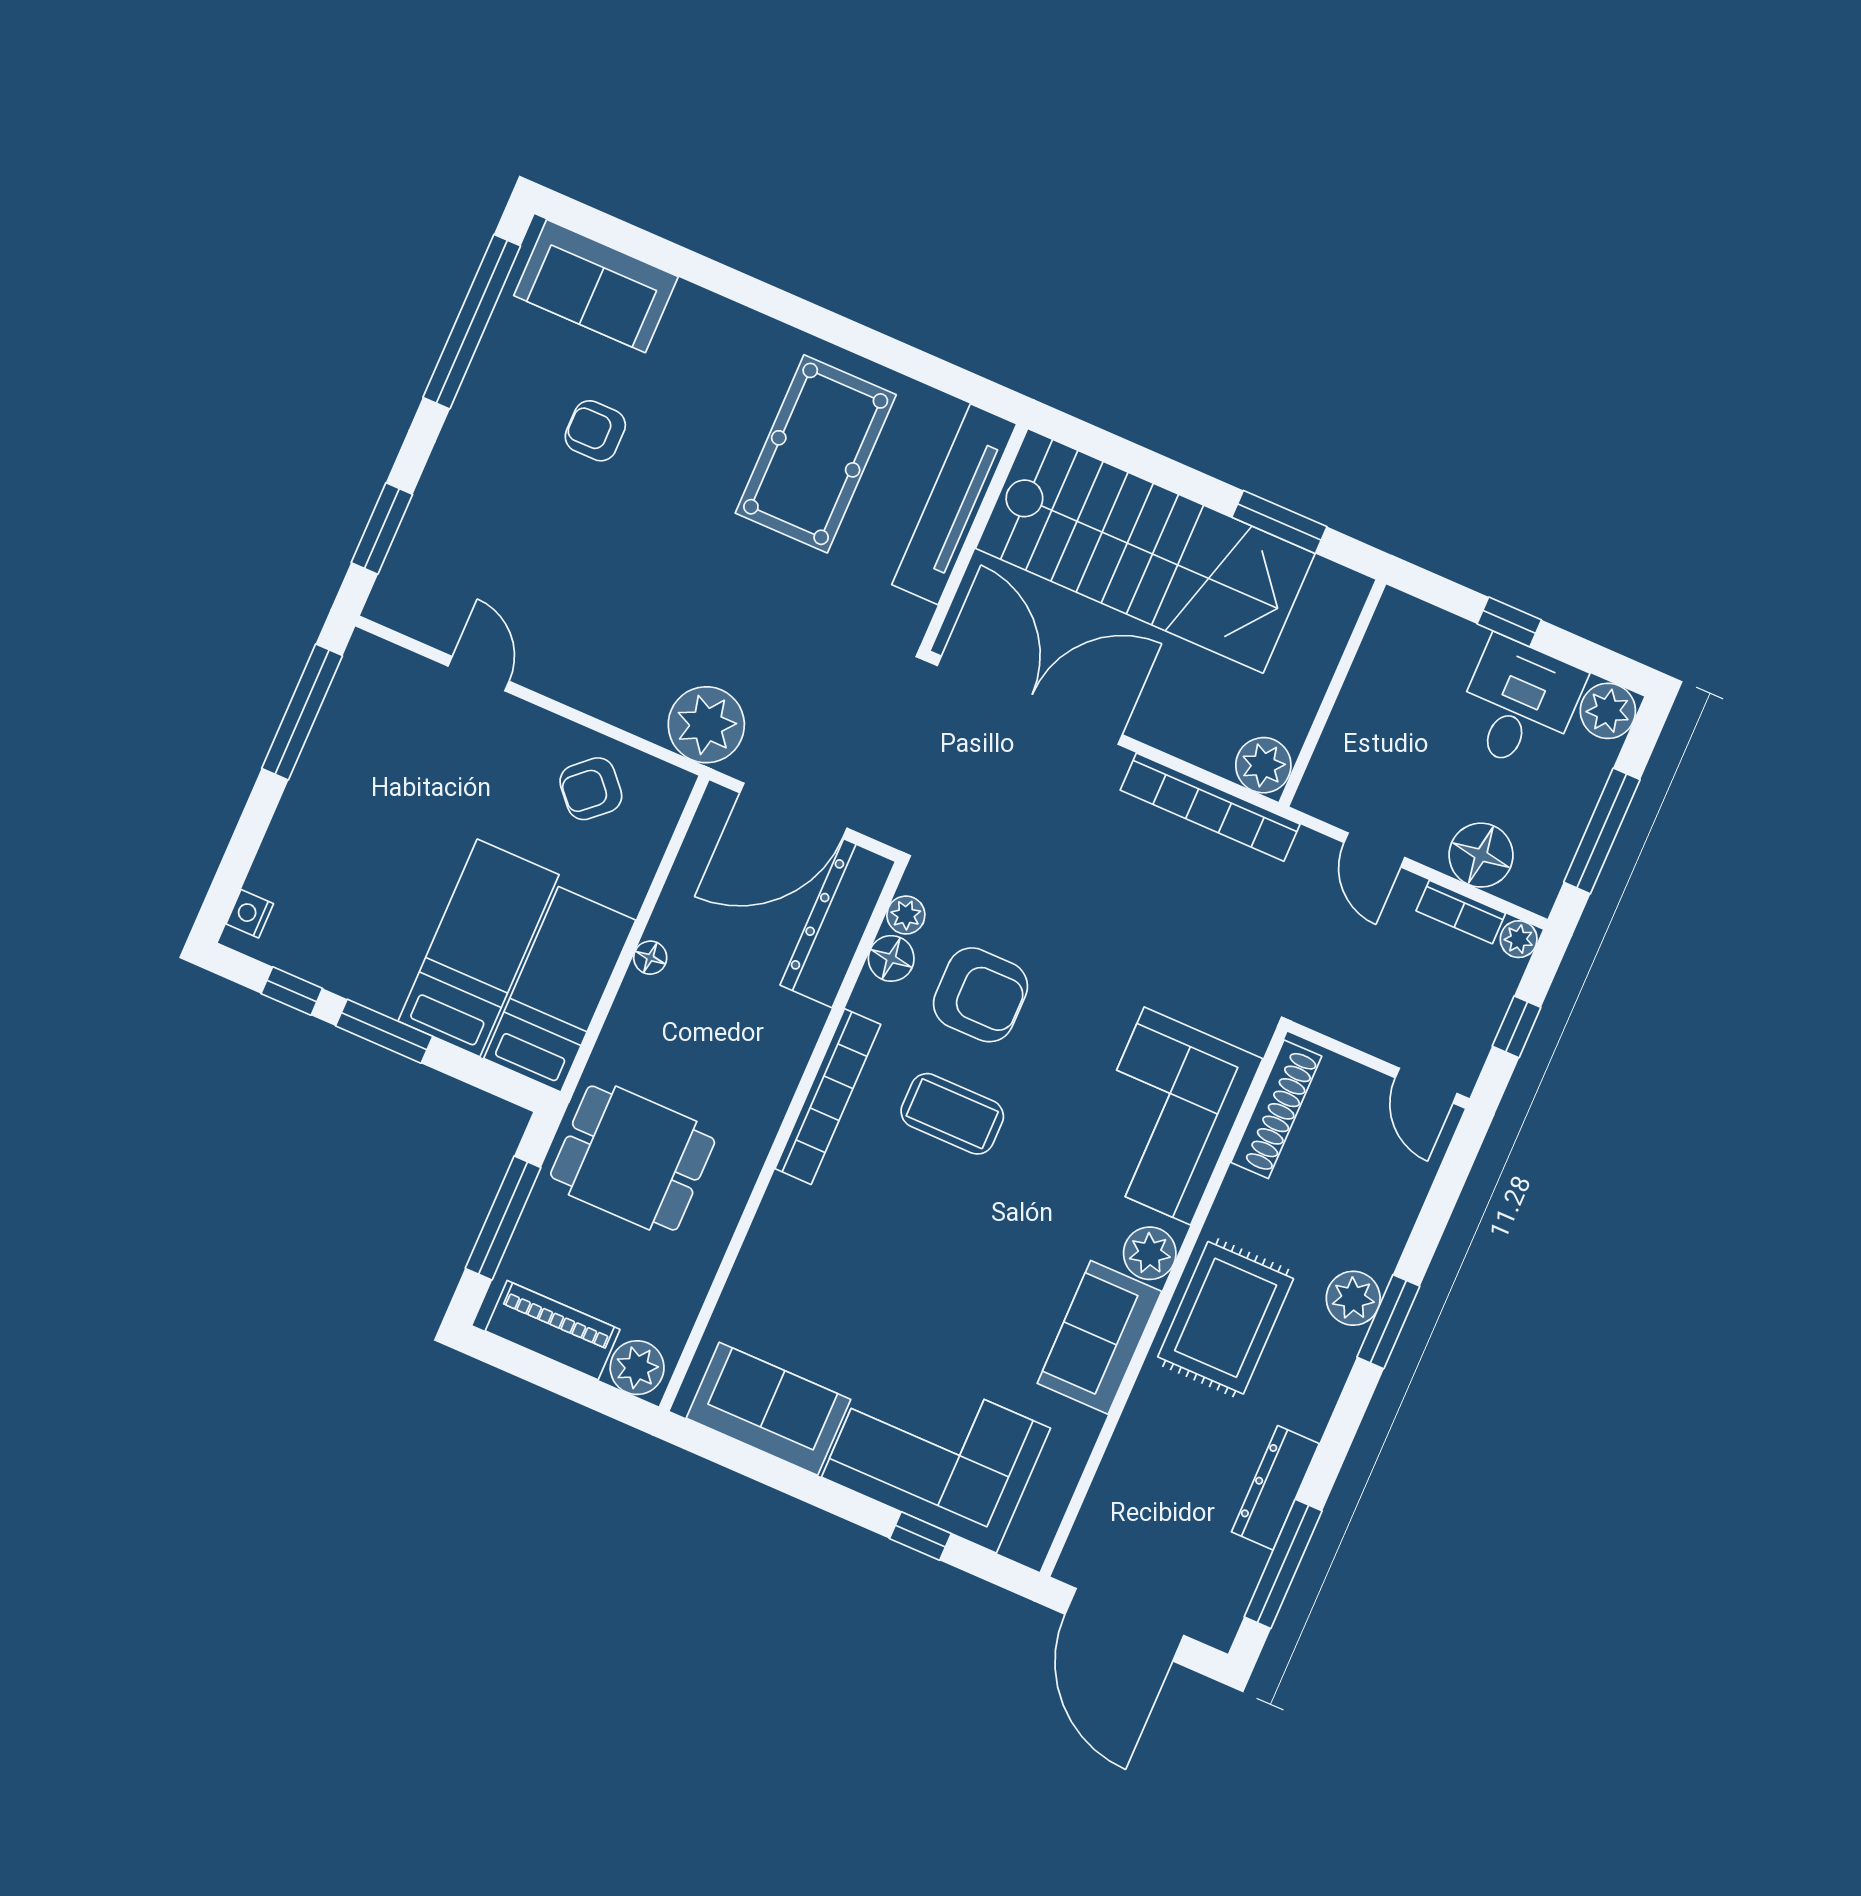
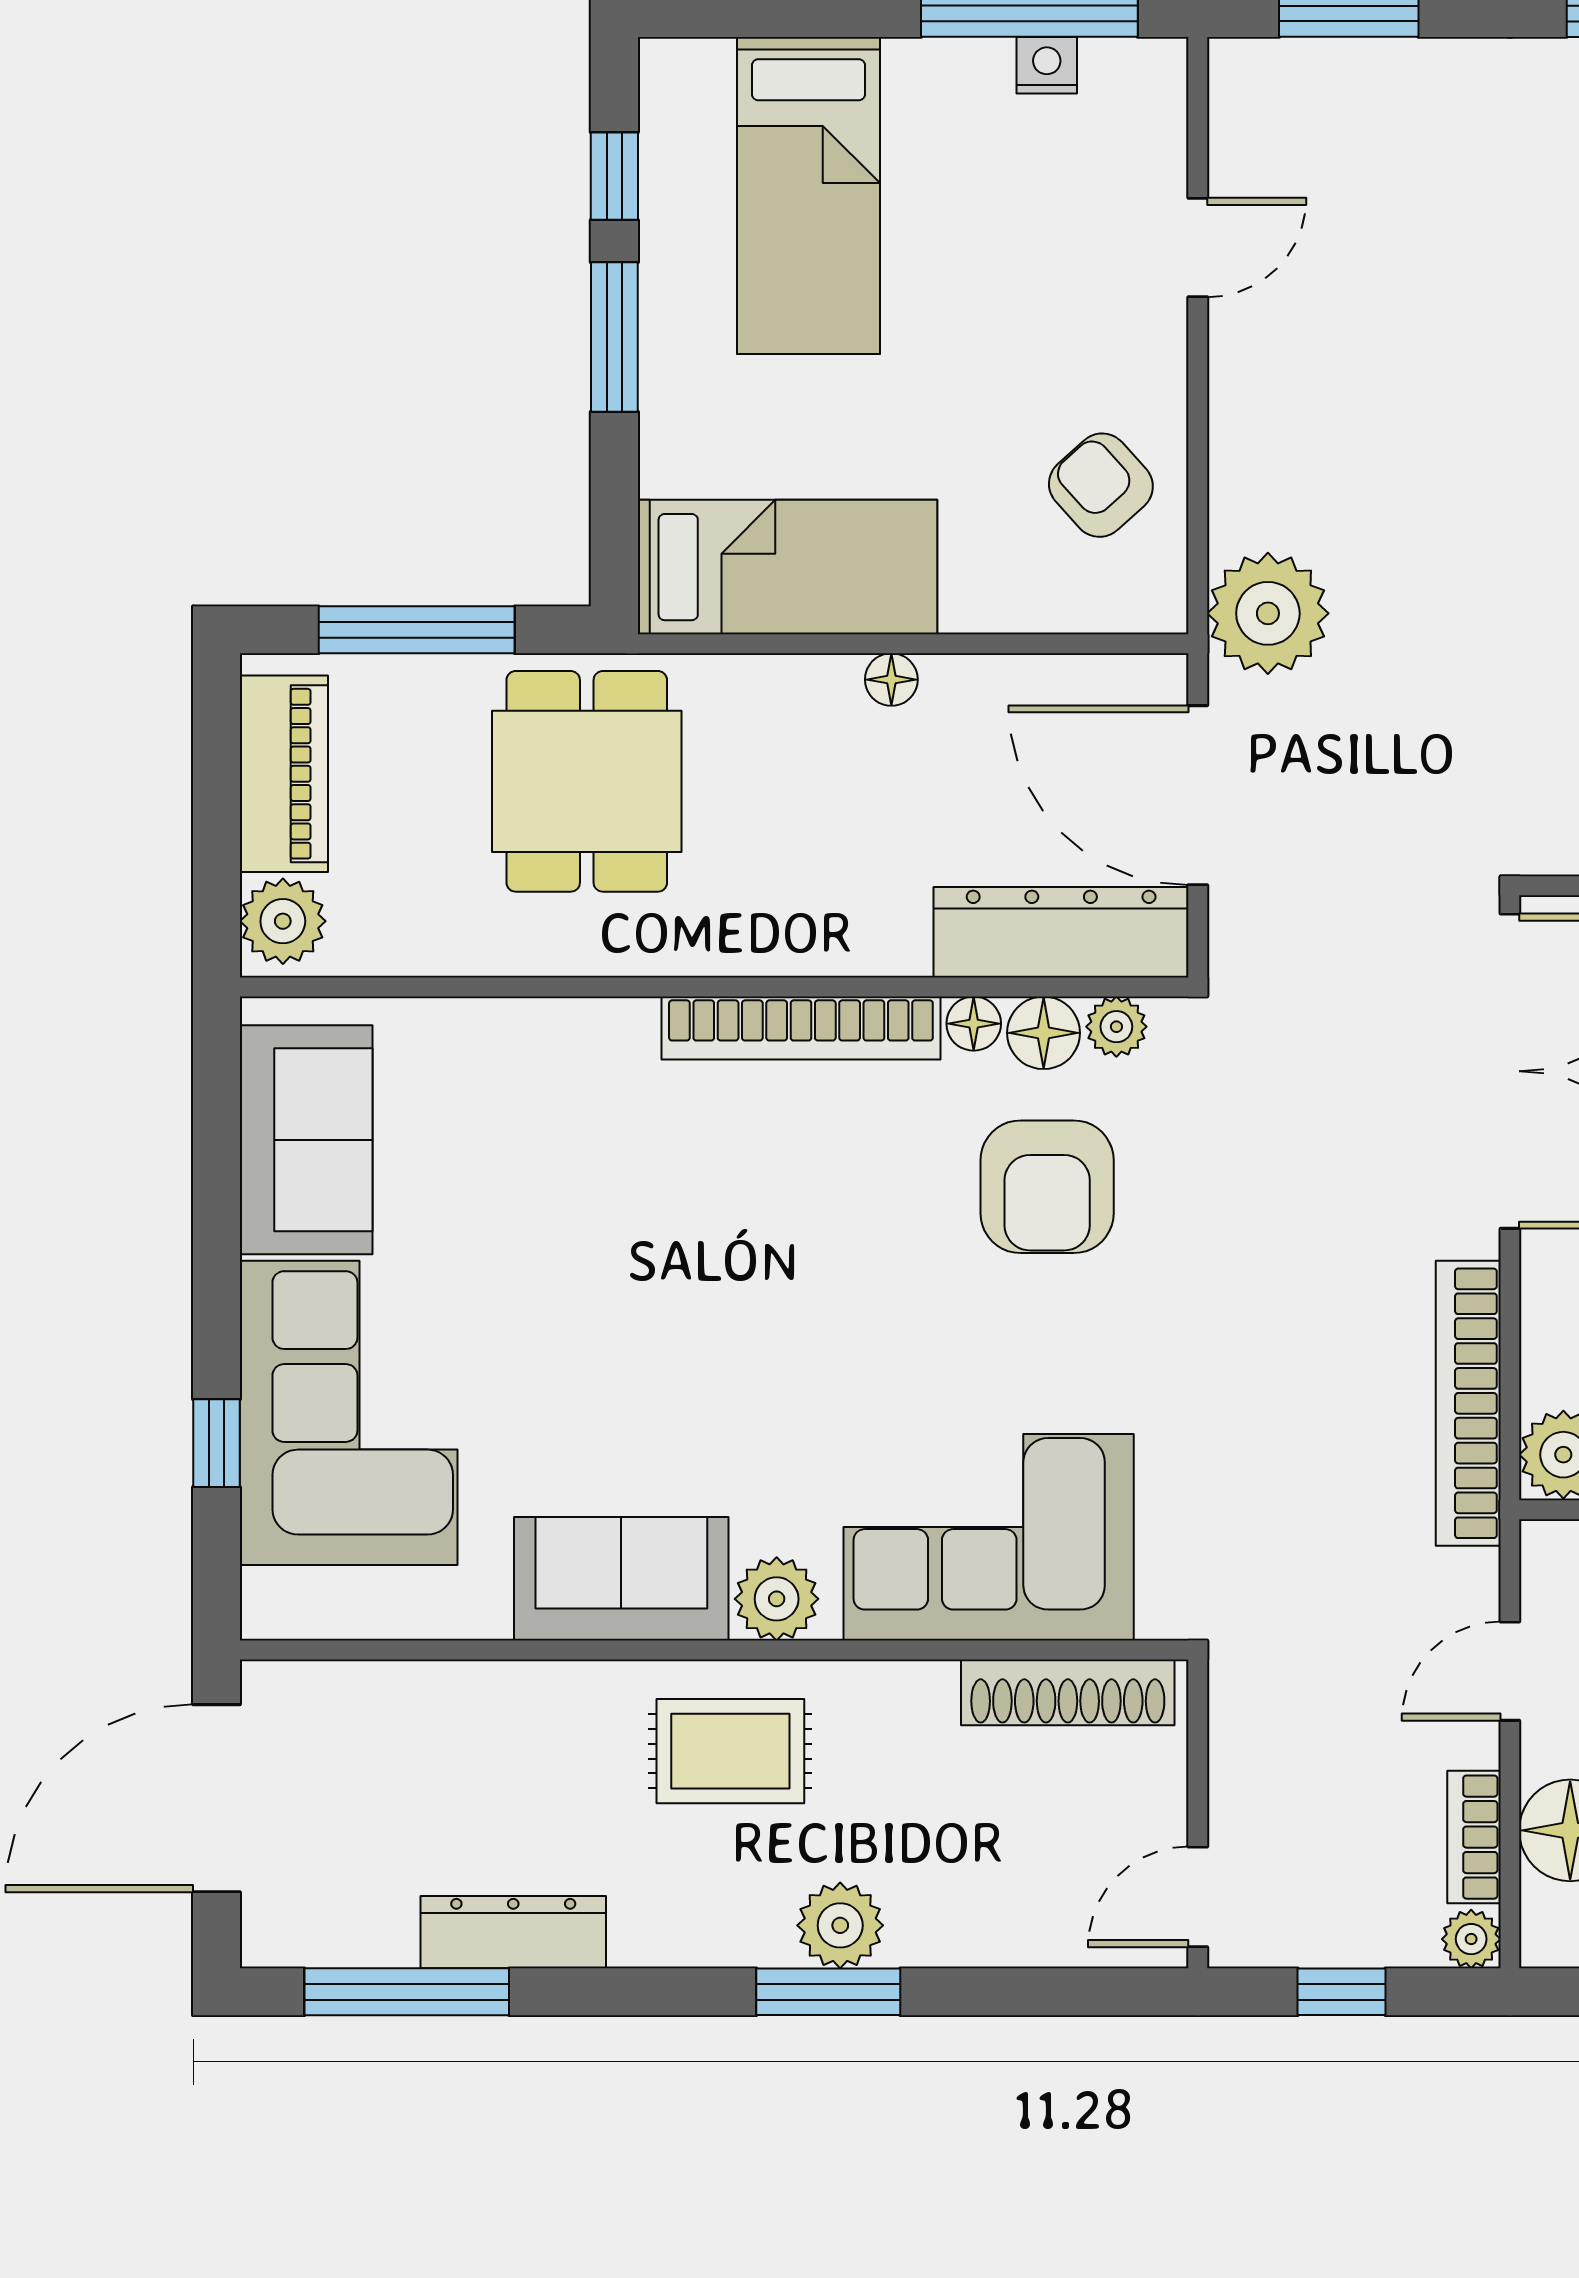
nightstand: (250, 914) -> (1047, 65), moved
bed: (479, 948) -> (808, 196), moved, turned 90
floor lamp: (868, 996) -> (974, 1024), added
coffee table: (952, 1114) -> (855, 1221), removed
rug: (1226, 1318) -> (730, 1751), width x0.73, depth x0.70

